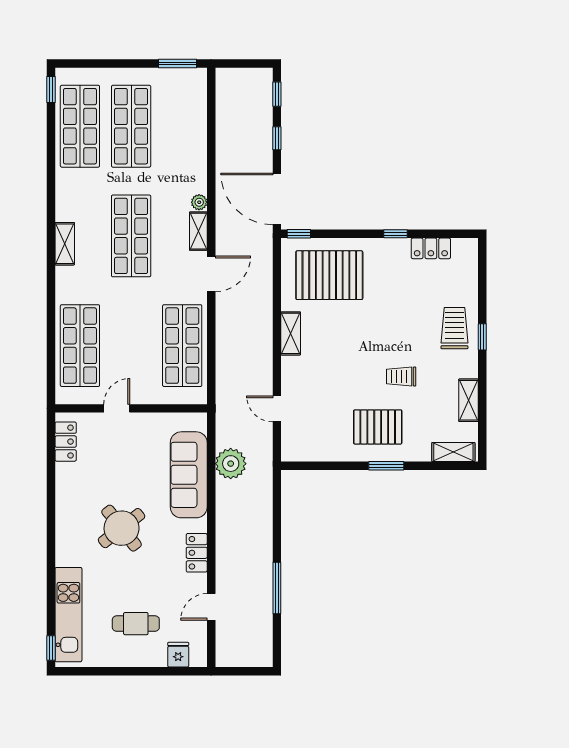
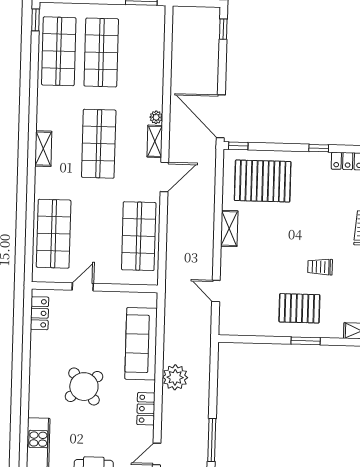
window: (277, 138) -> (222, 66), removed
plant: (231, 464) -> (175, 377), moved

